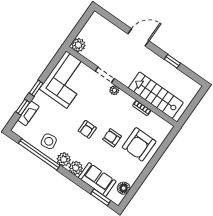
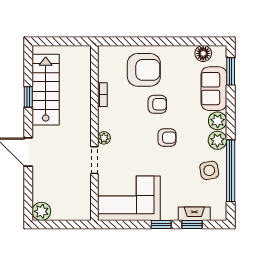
plant: (78, 45) -> (41, 211), moved
stairs: (156, 95) -> (46, 90), moved, turned 180
armchair: (112, 138) -> (157, 104), turned -90

